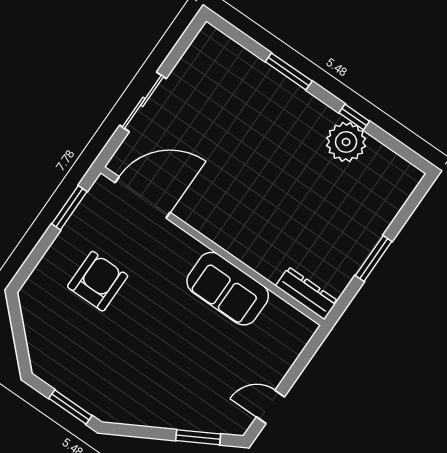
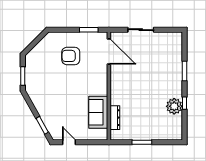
armchair: (98, 281) -> (71, 56), turned 180
sofa: (228, 289) -> (98, 112), moved
dresser: (306, 293) -> (115, 118), moved

